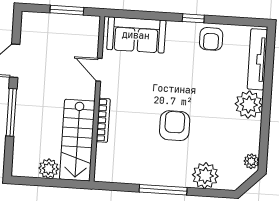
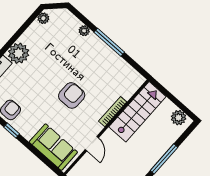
armchair: (175, 126) -> (72, 95), moved, turned 180
plant: (49, 169) -> (179, 118), moved
plant: (205, 176) -> (84, 31), width x0.53, depth x0.53

